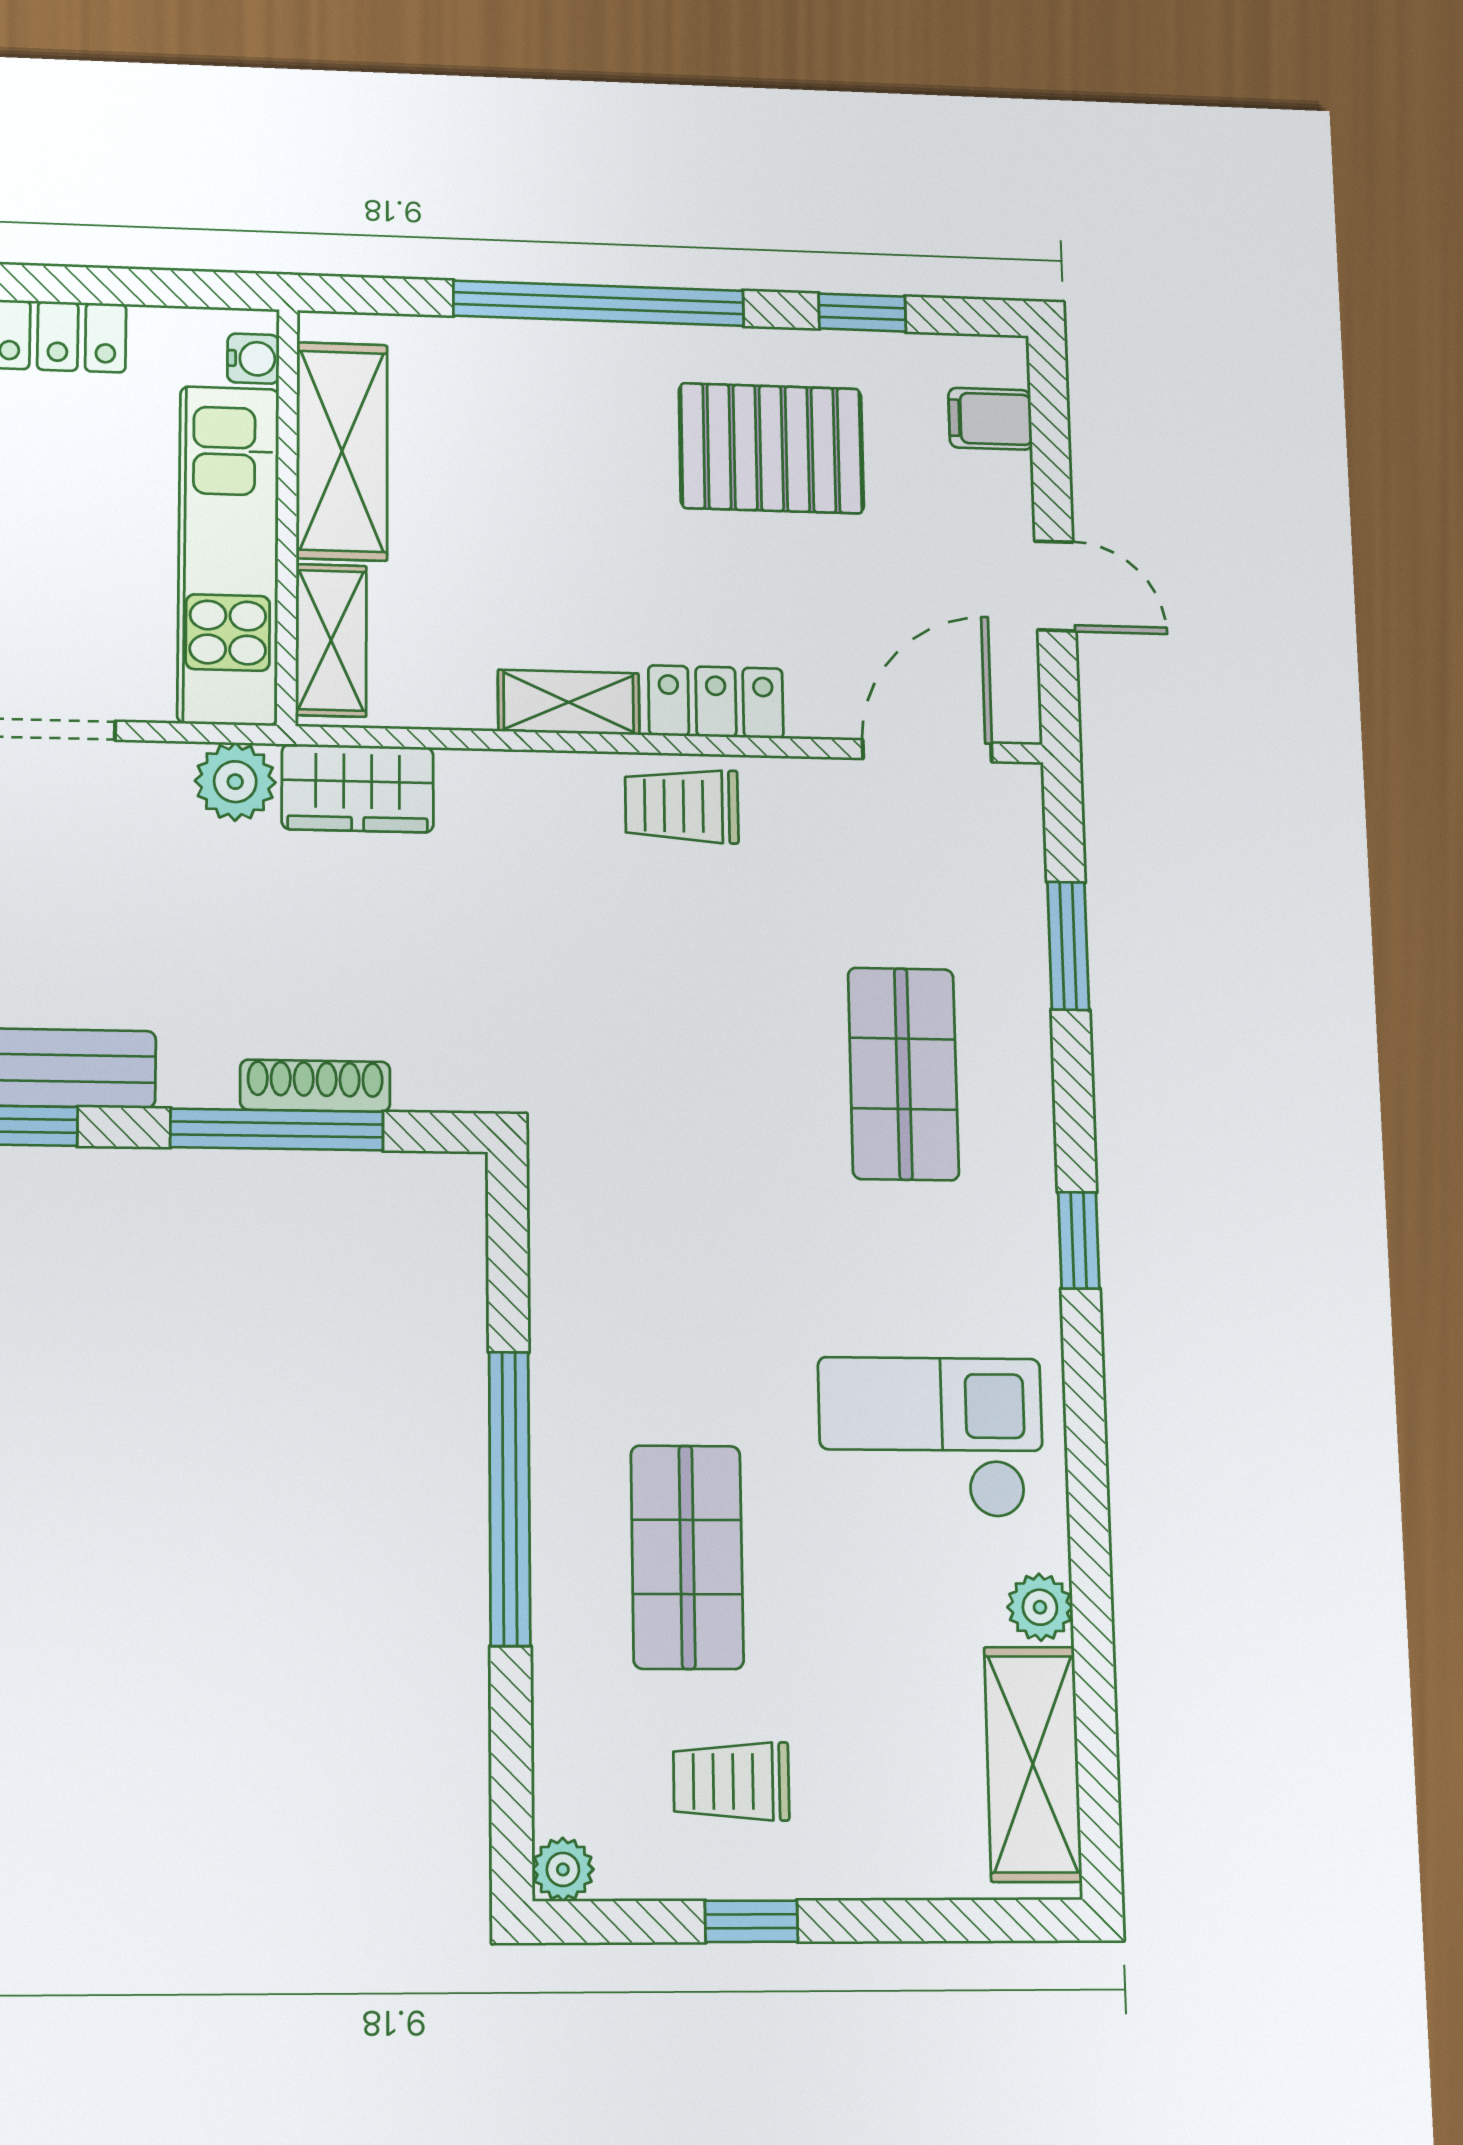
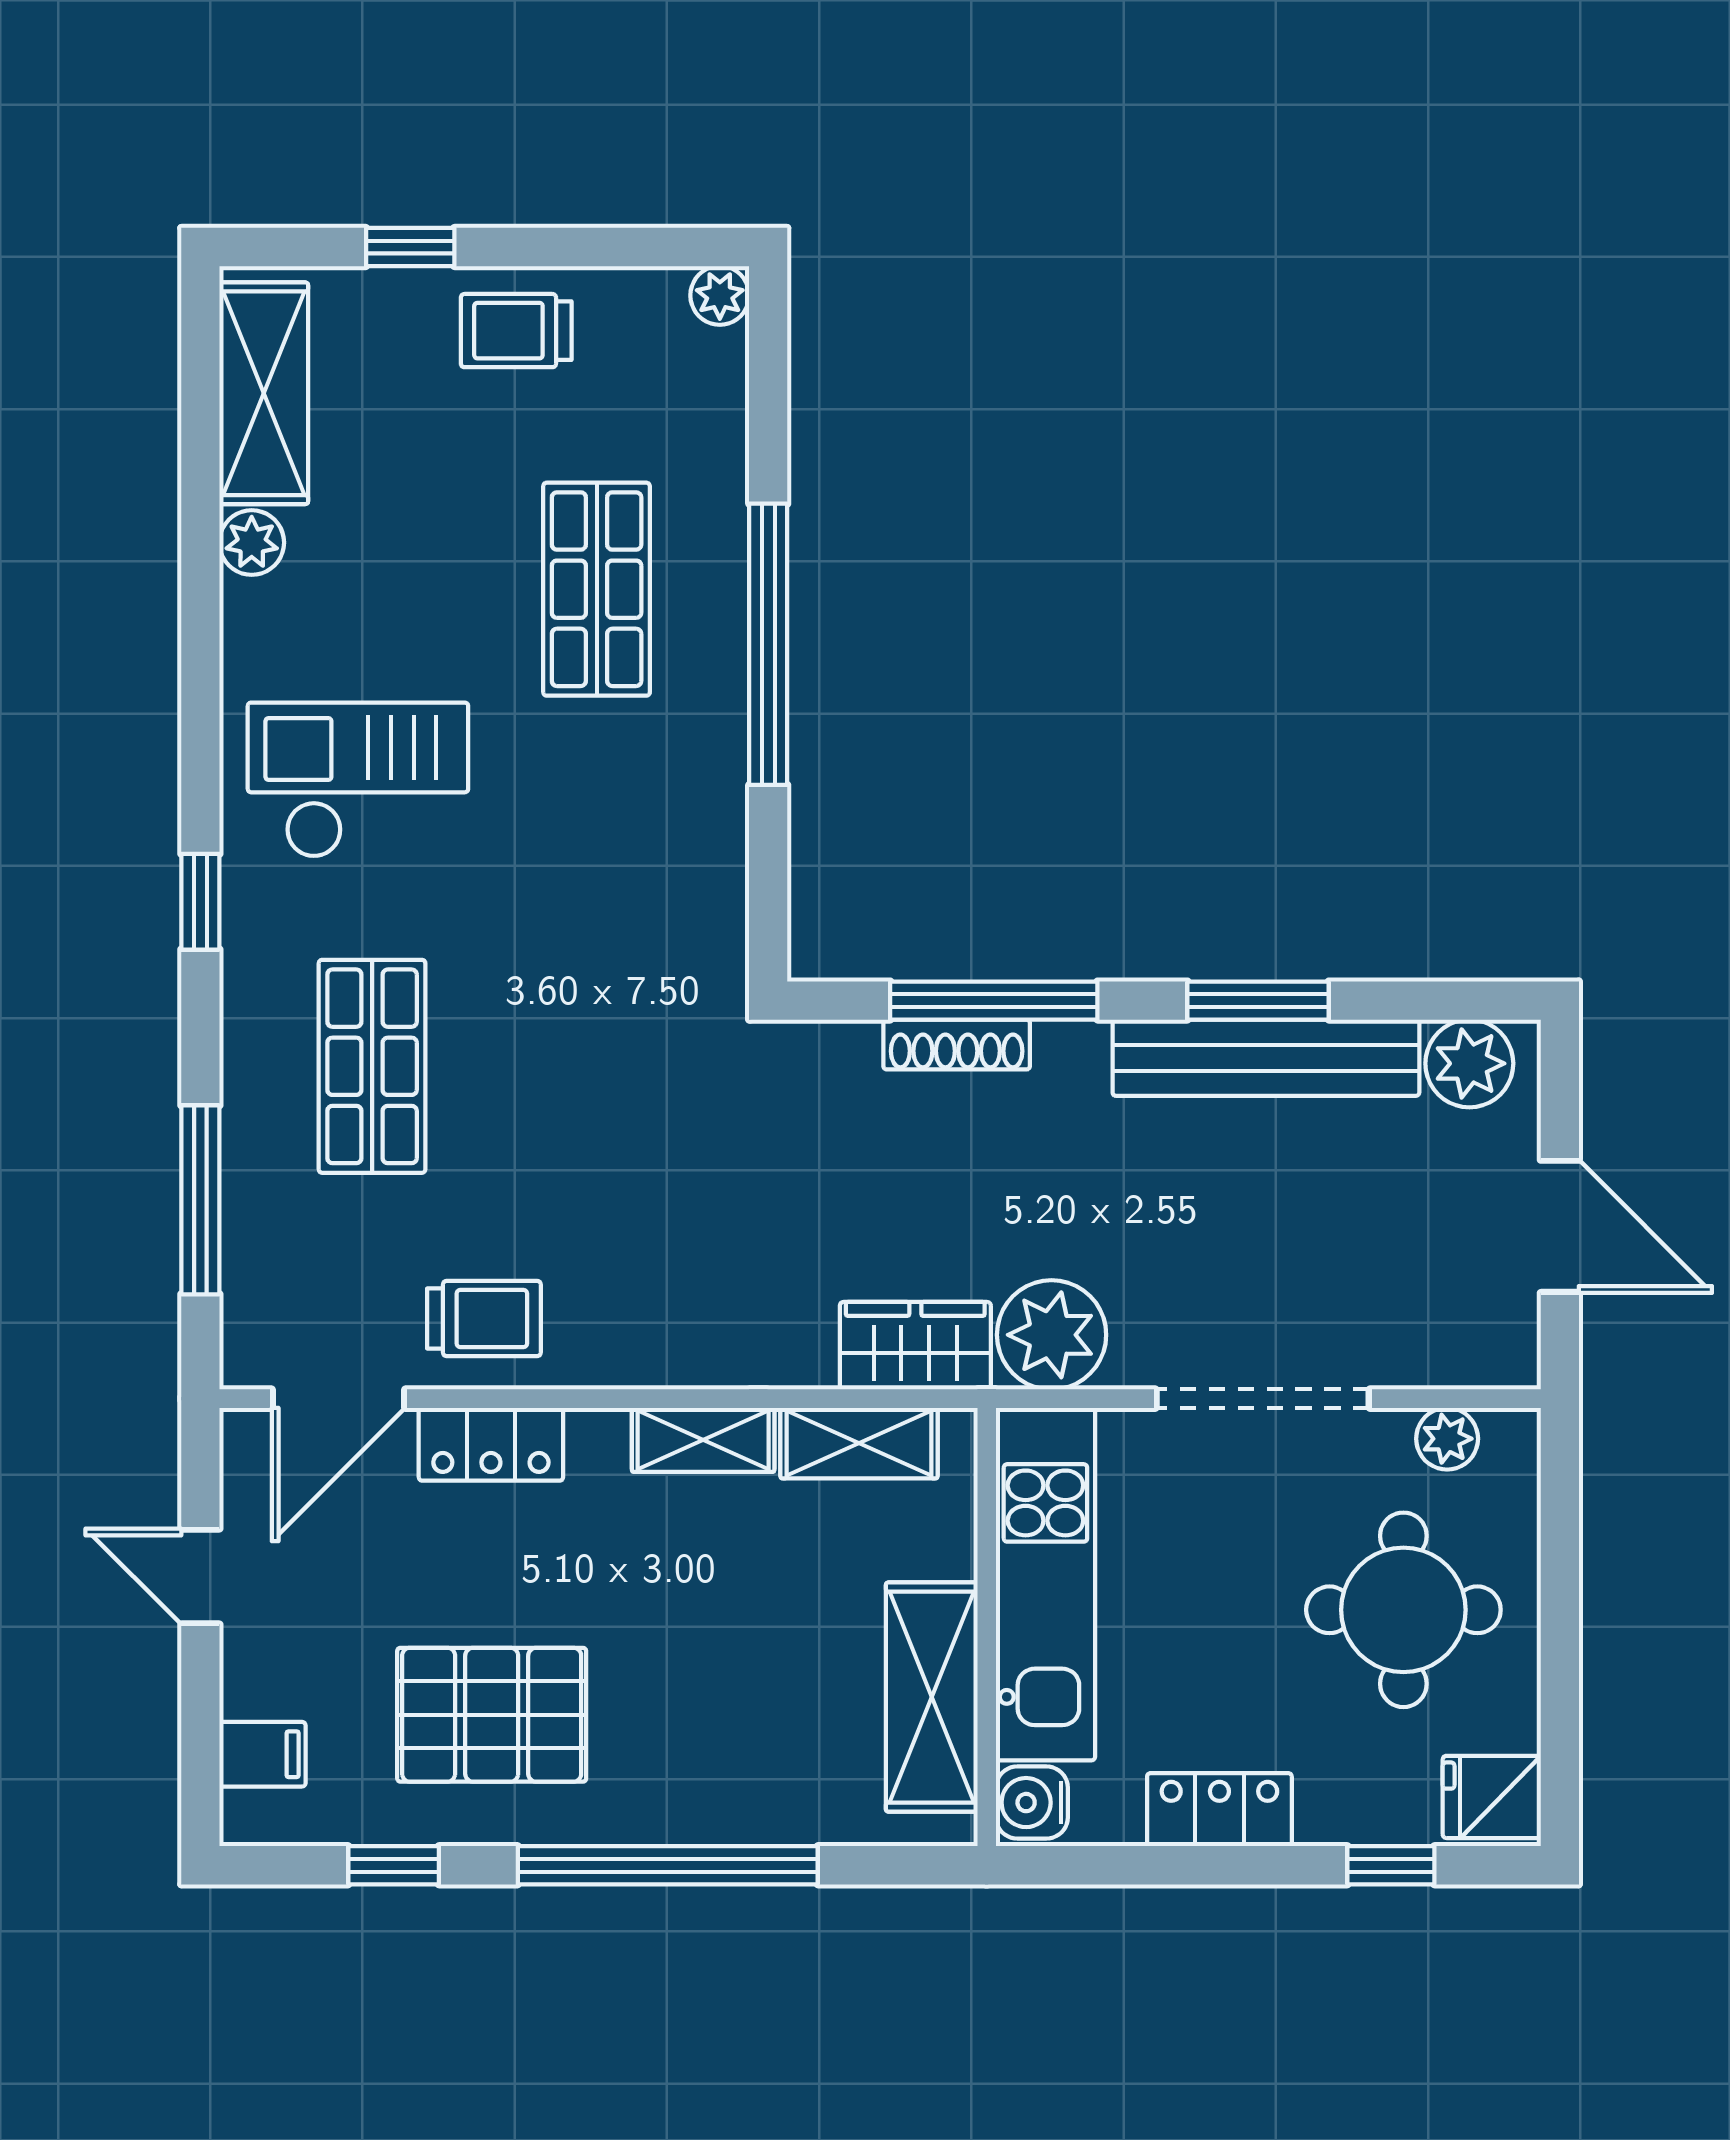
water cooler: (253, 359) -> (1032, 1803), width x1.38, depth x1.38
shelving: (331, 640) -> (859, 1443), moved, turned 90
locker: (716, 702) -> (491, 1444), moved
plant: (235, 782) -> (1052, 1335), width x1.36, depth x1.36
trolley: (682, 806) -> (484, 1319), moved
window: (1068, 946) -> (200, 1200), width x1.44
checkout: (931, 1437) -> (358, 780), moved, turned 180
trolley: (731, 1781) -> (516, 331), moved, turned 180
window: (751, 1921) -> (410, 247), moved

